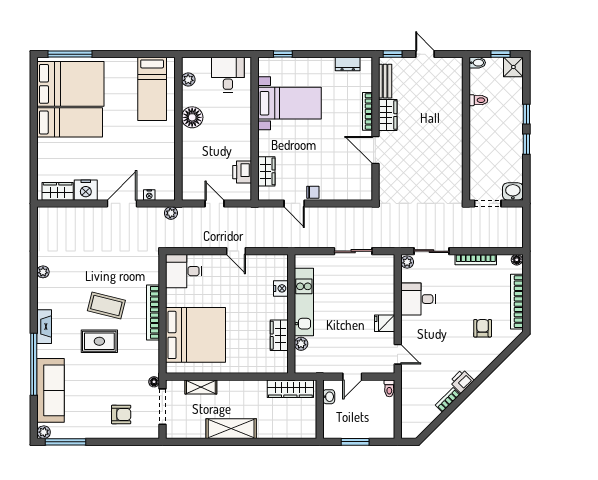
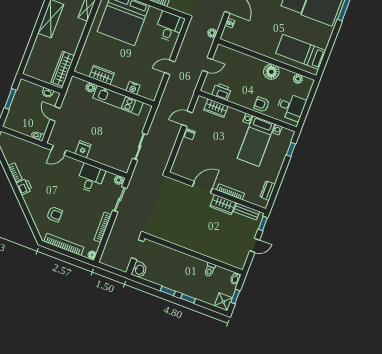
armchair: (239, 114) -> (262, 104), added

